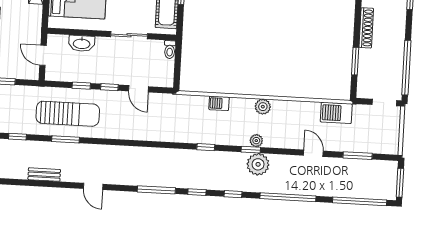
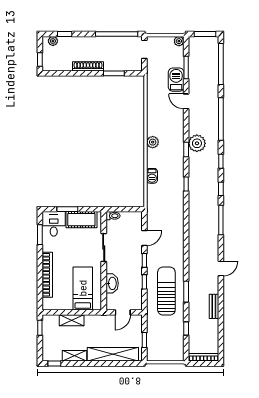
barbecue: (336, 113) -> (176, 80), moved, turned 180
plant: (256, 141) -> (179, 41), moved
door: (313, 153) -> (186, 101), hinge flipped

